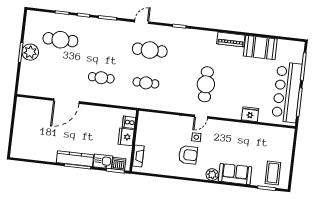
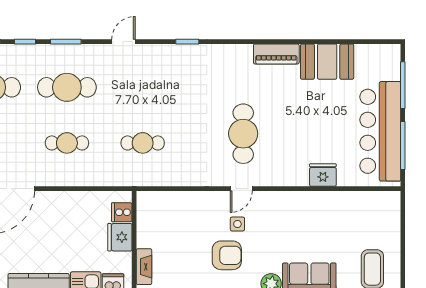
cafe table: (150, 50) -> (67, 87), moved

